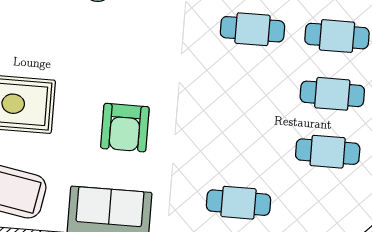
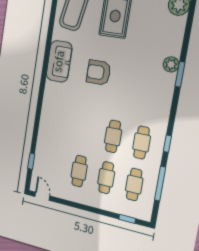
cafe table: (239, 203) -> (113, 136), moved

